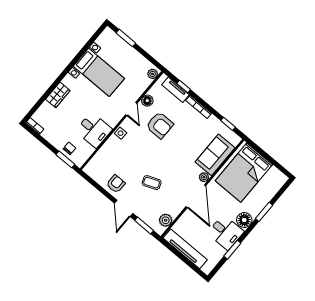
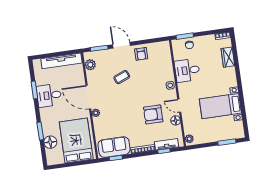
wardrobe: (58, 95) -> (228, 57), moved
sofa: (215, 155) -> (114, 147), moved, turned -90
floor lamp: (244, 220) -> (50, 142), moved

